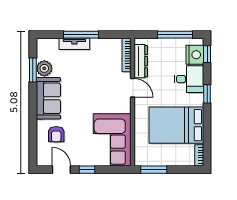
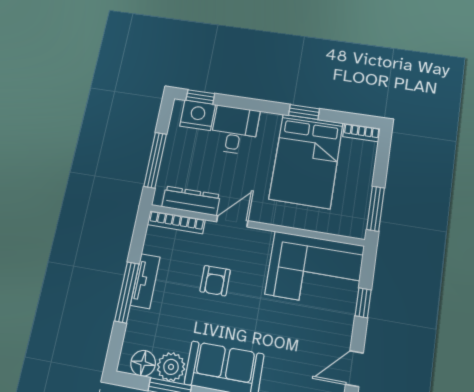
window: (175, 35) -> (155, 160), moved
tv unit: (74, 44) -> (145, 281), moved
floor lamp: (43, 52) -> (143, 363), added
window: (207, 94) -> (304, 112), moved
armchair: (56, 134) -> (215, 281), moved, turned 90
window: (87, 170) -> (363, 303), moved

